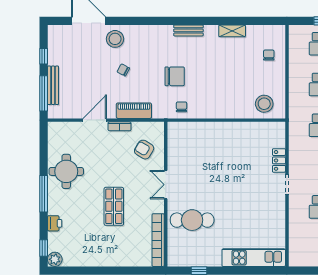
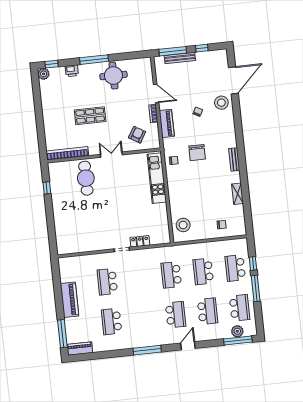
kitchen unit: (254, 258) -> (157, 178), moved, turned 180

